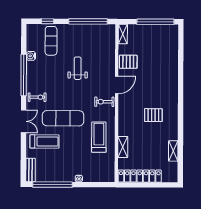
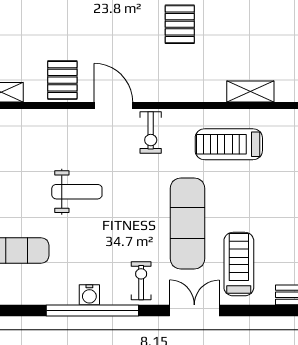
water cooler: (31, 56) -> (89, 295), moved
weight bench: (78, 68) -> (77, 192), turned 180

